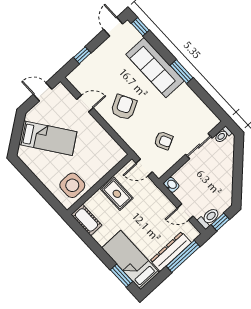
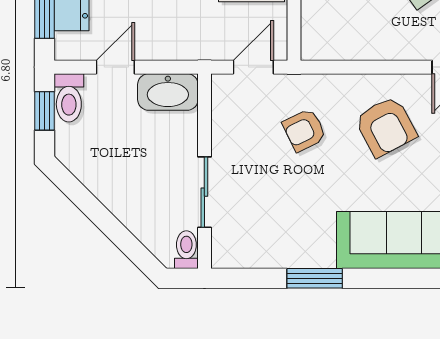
window: (181, 71) -> (315, 278), moved
armchair: (163, 141) -> (304, 130), moved
washbasin: (171, 185) -> (168, 92), width x1.91, depth x1.45

